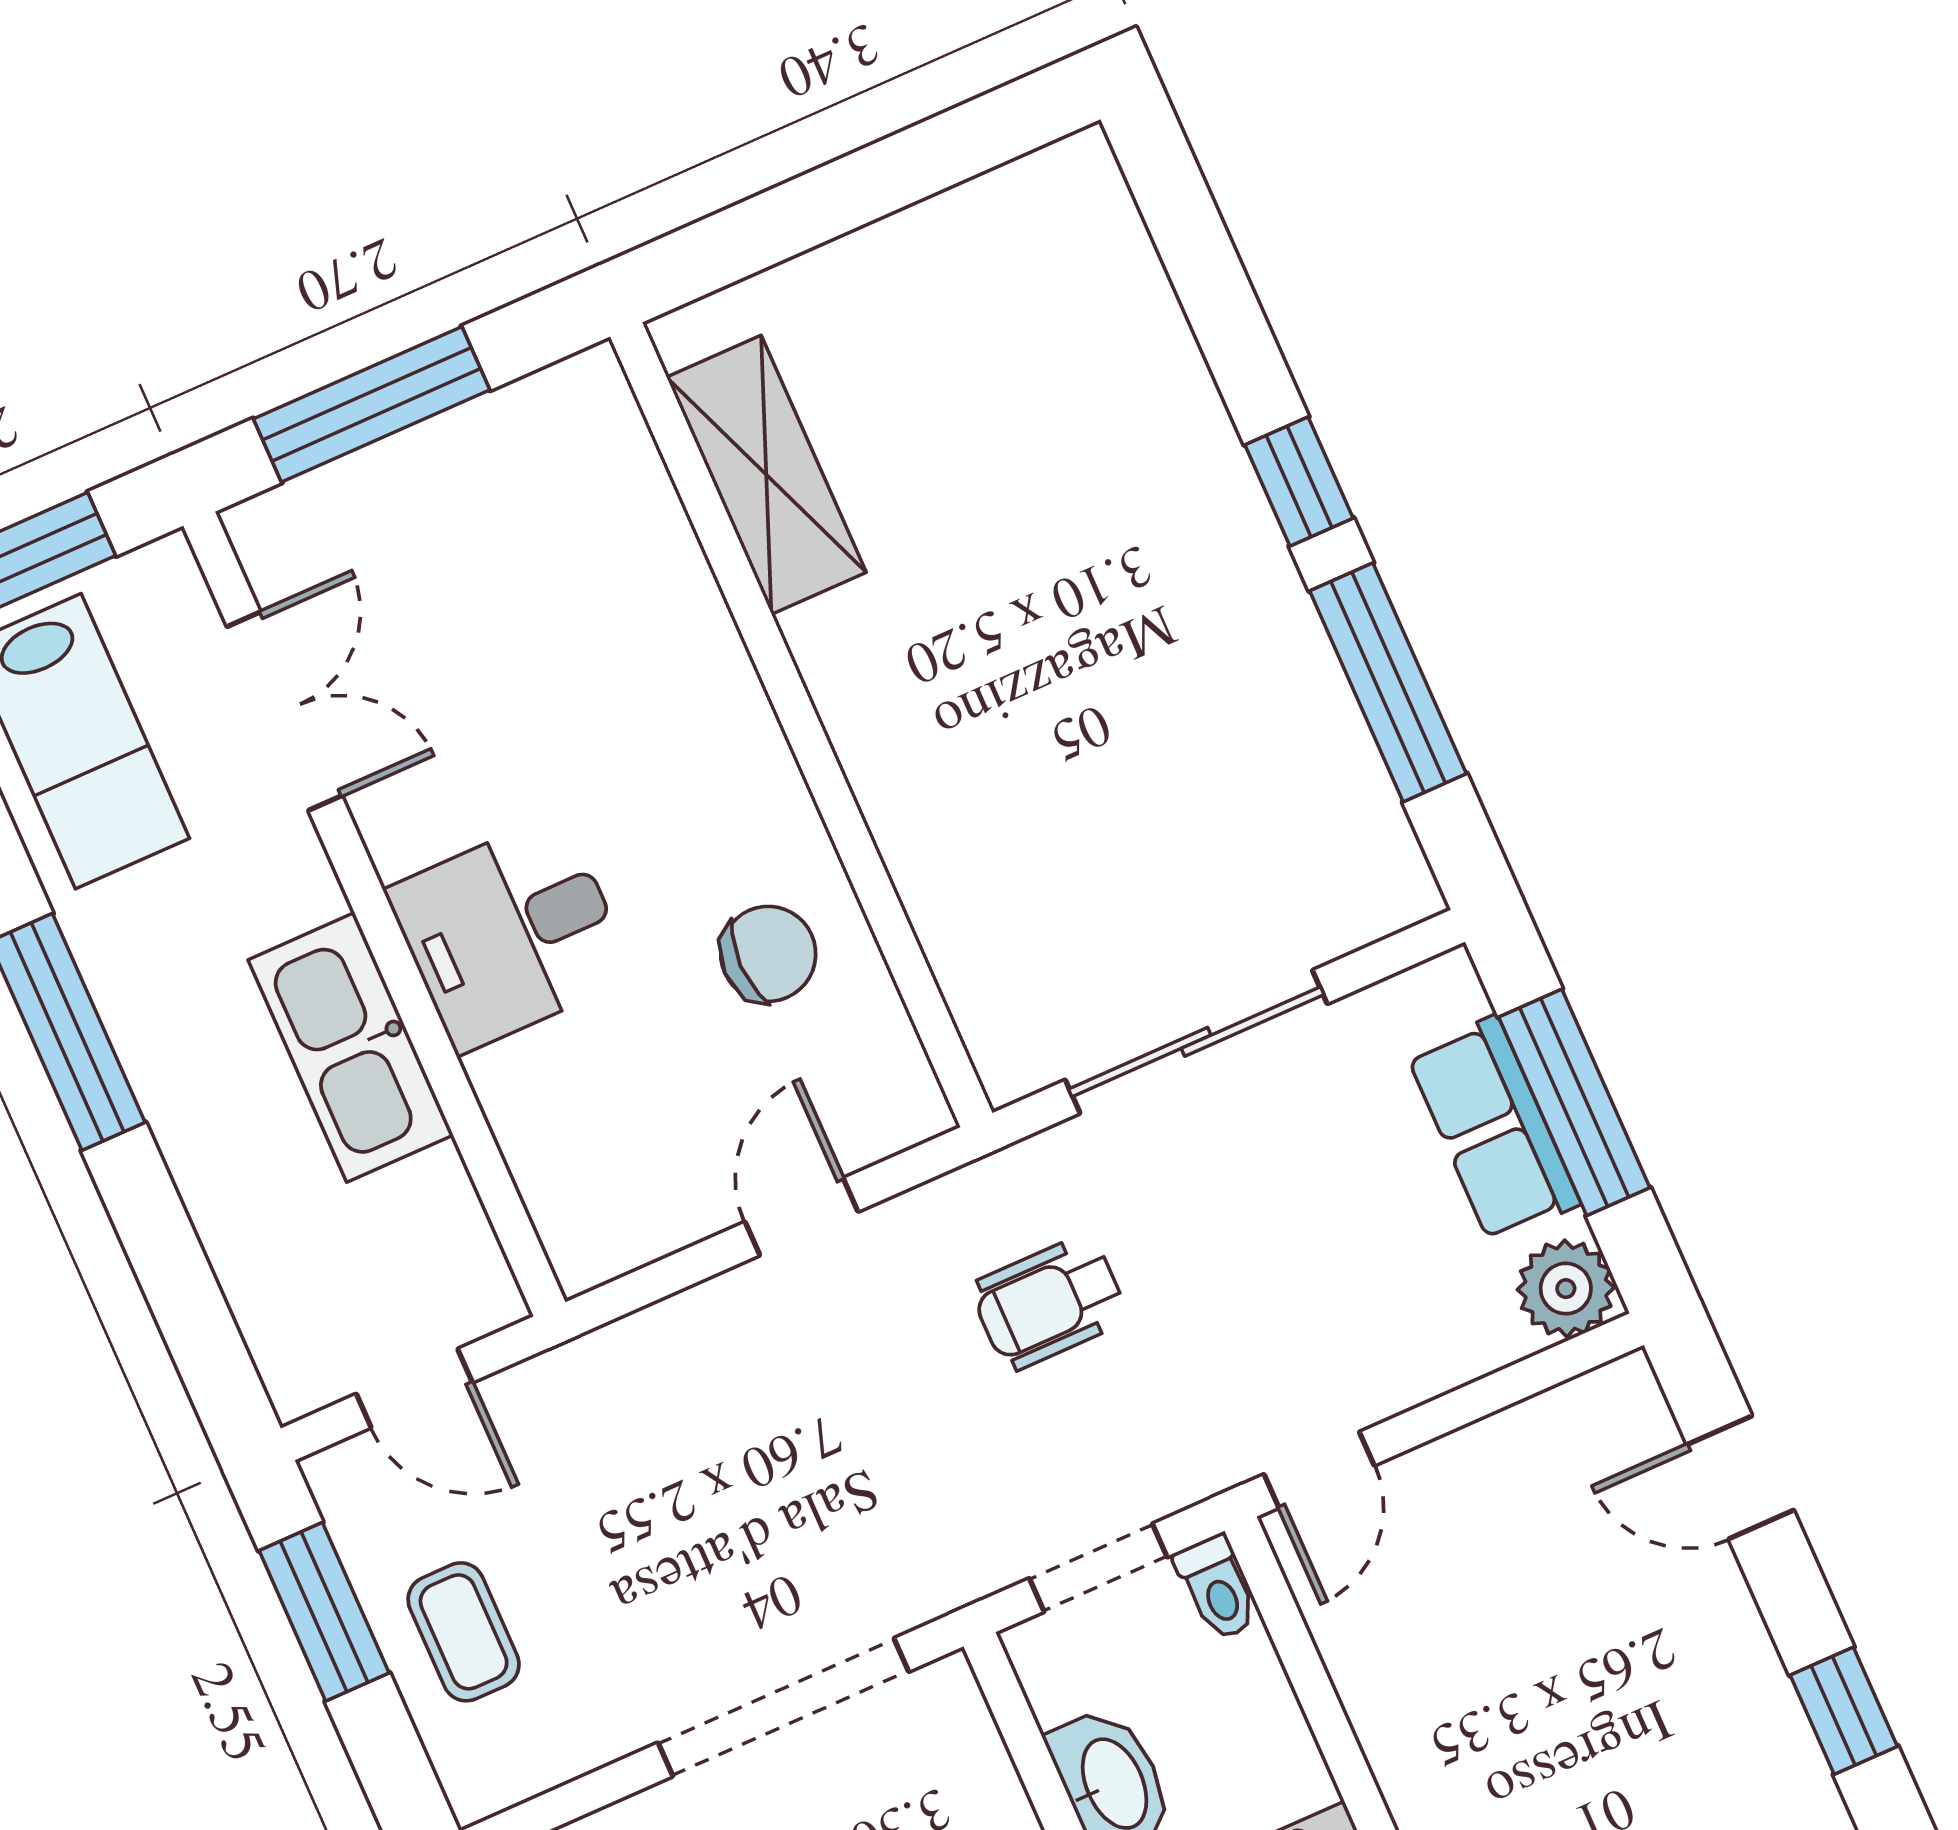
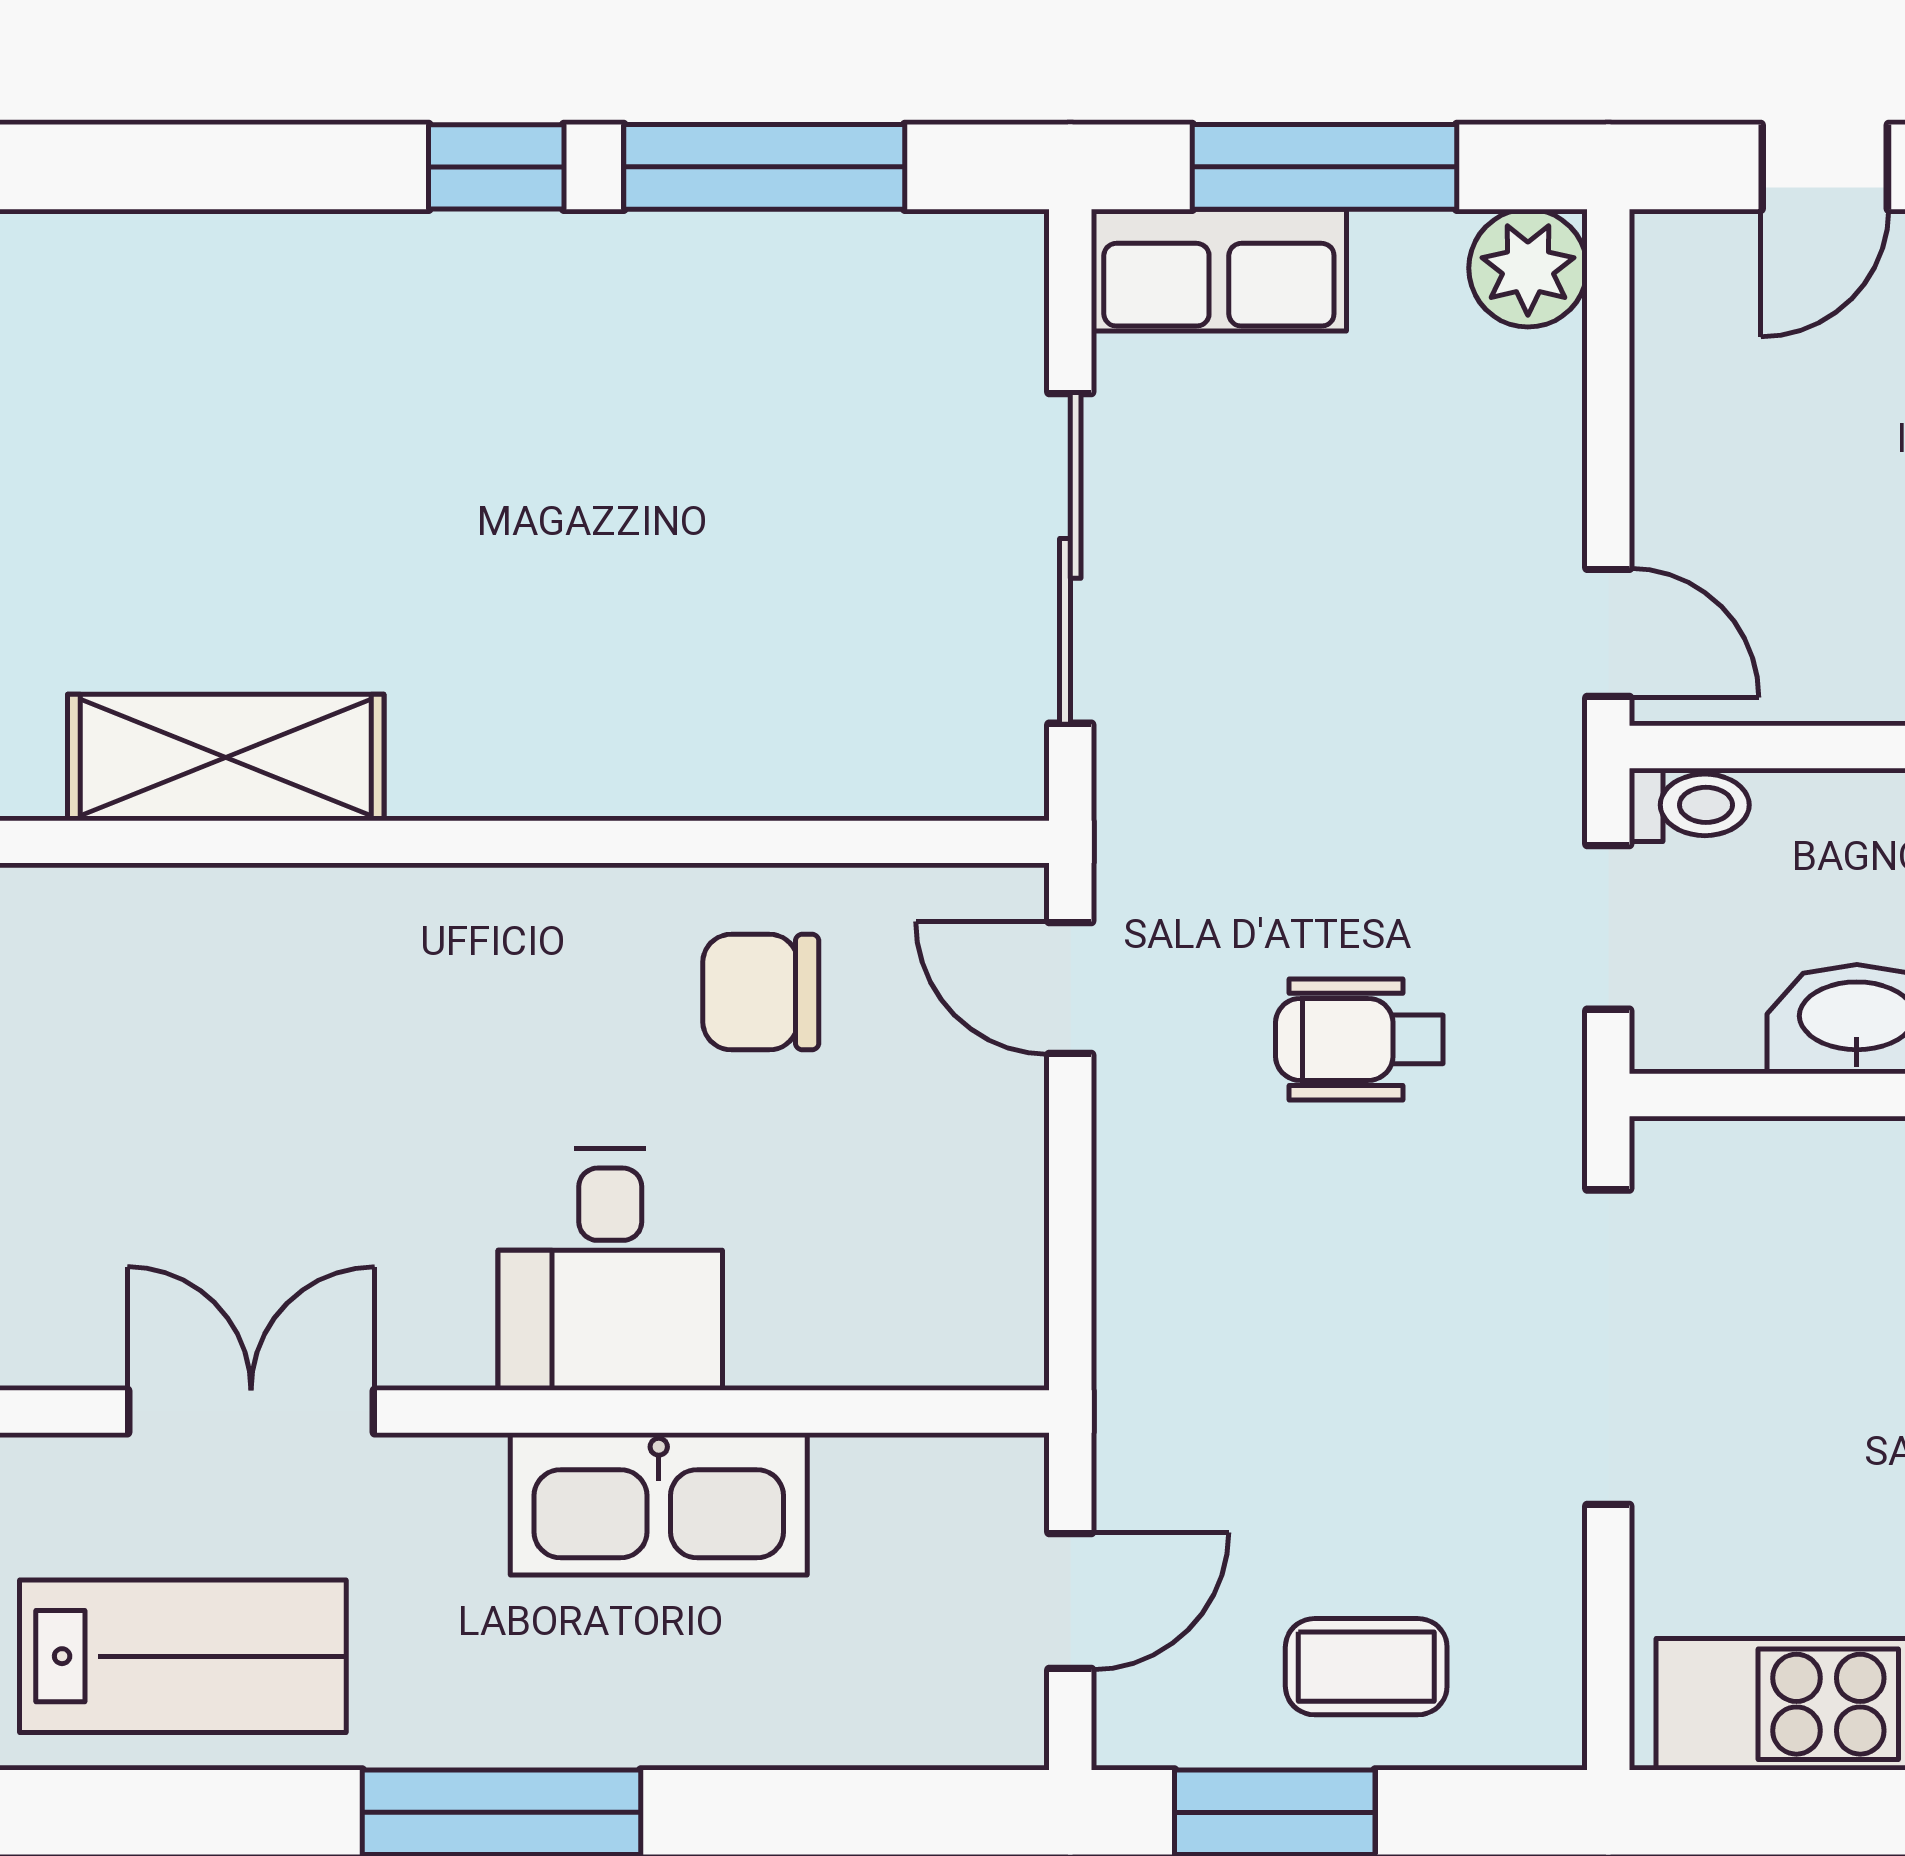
chair: (768, 954) -> (761, 992), turned -90
row of seats: (1493, 1129) -> (1219, 270), moved
door: (801, 1217) -> (1070, 988), moved
wheelchair: (1049, 1303) -> (1359, 1039), moved, turned 90

